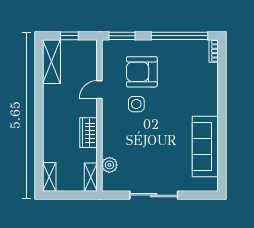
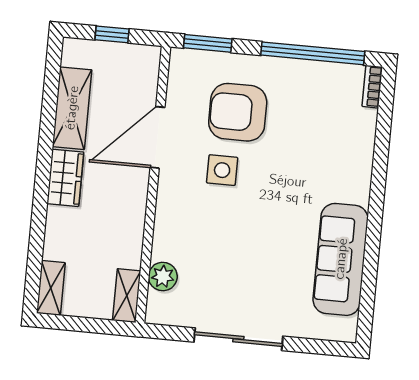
shelving: (51, 62) -> (72, 108), moved
door: (99, 90) -> (157, 137), width x1.87
wardrobe: (89, 133) -> (65, 178), moved, turned 180

